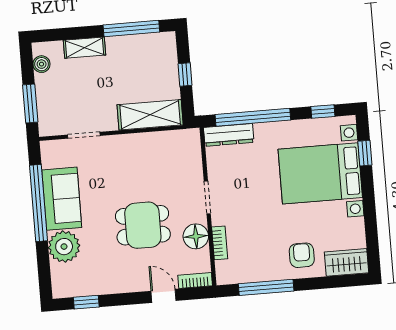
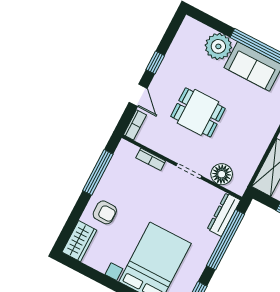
dining table: (143, 225) -> (198, 112), turned 90
floor lamp: (196, 236) -> (222, 174), moved
door: (164, 296) -> (138, 95), hinge flipped
window: (86, 302) -> (155, 63), moved

